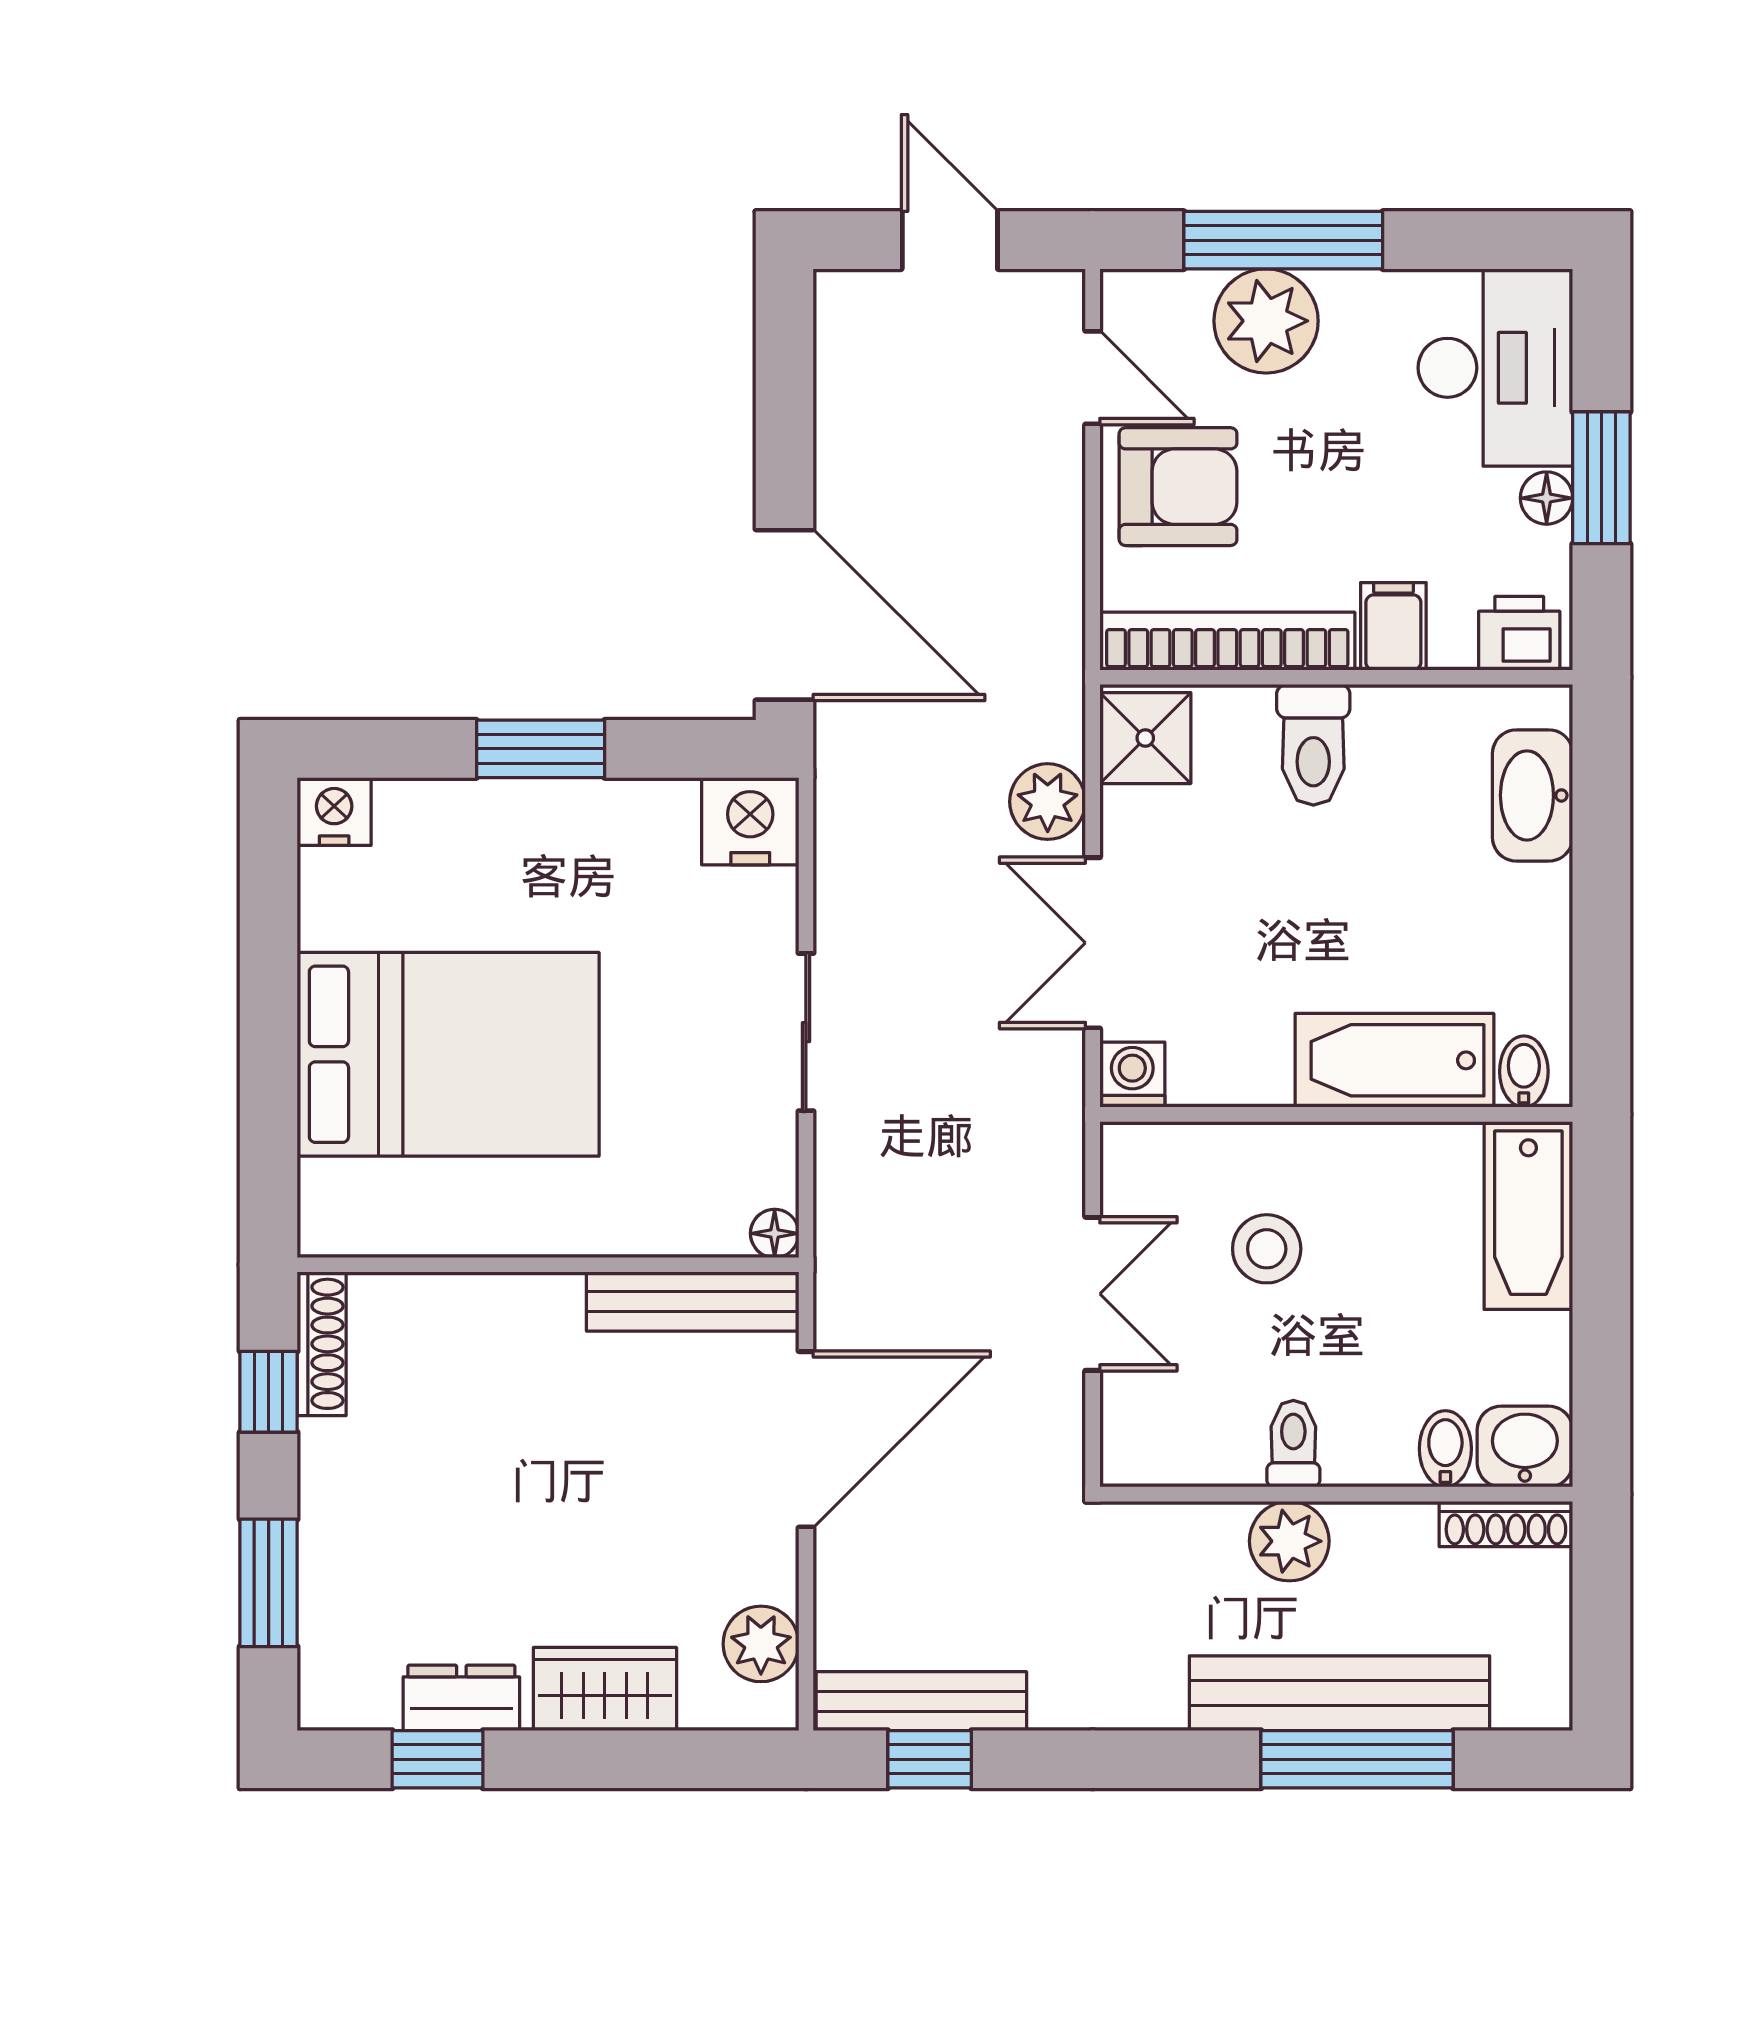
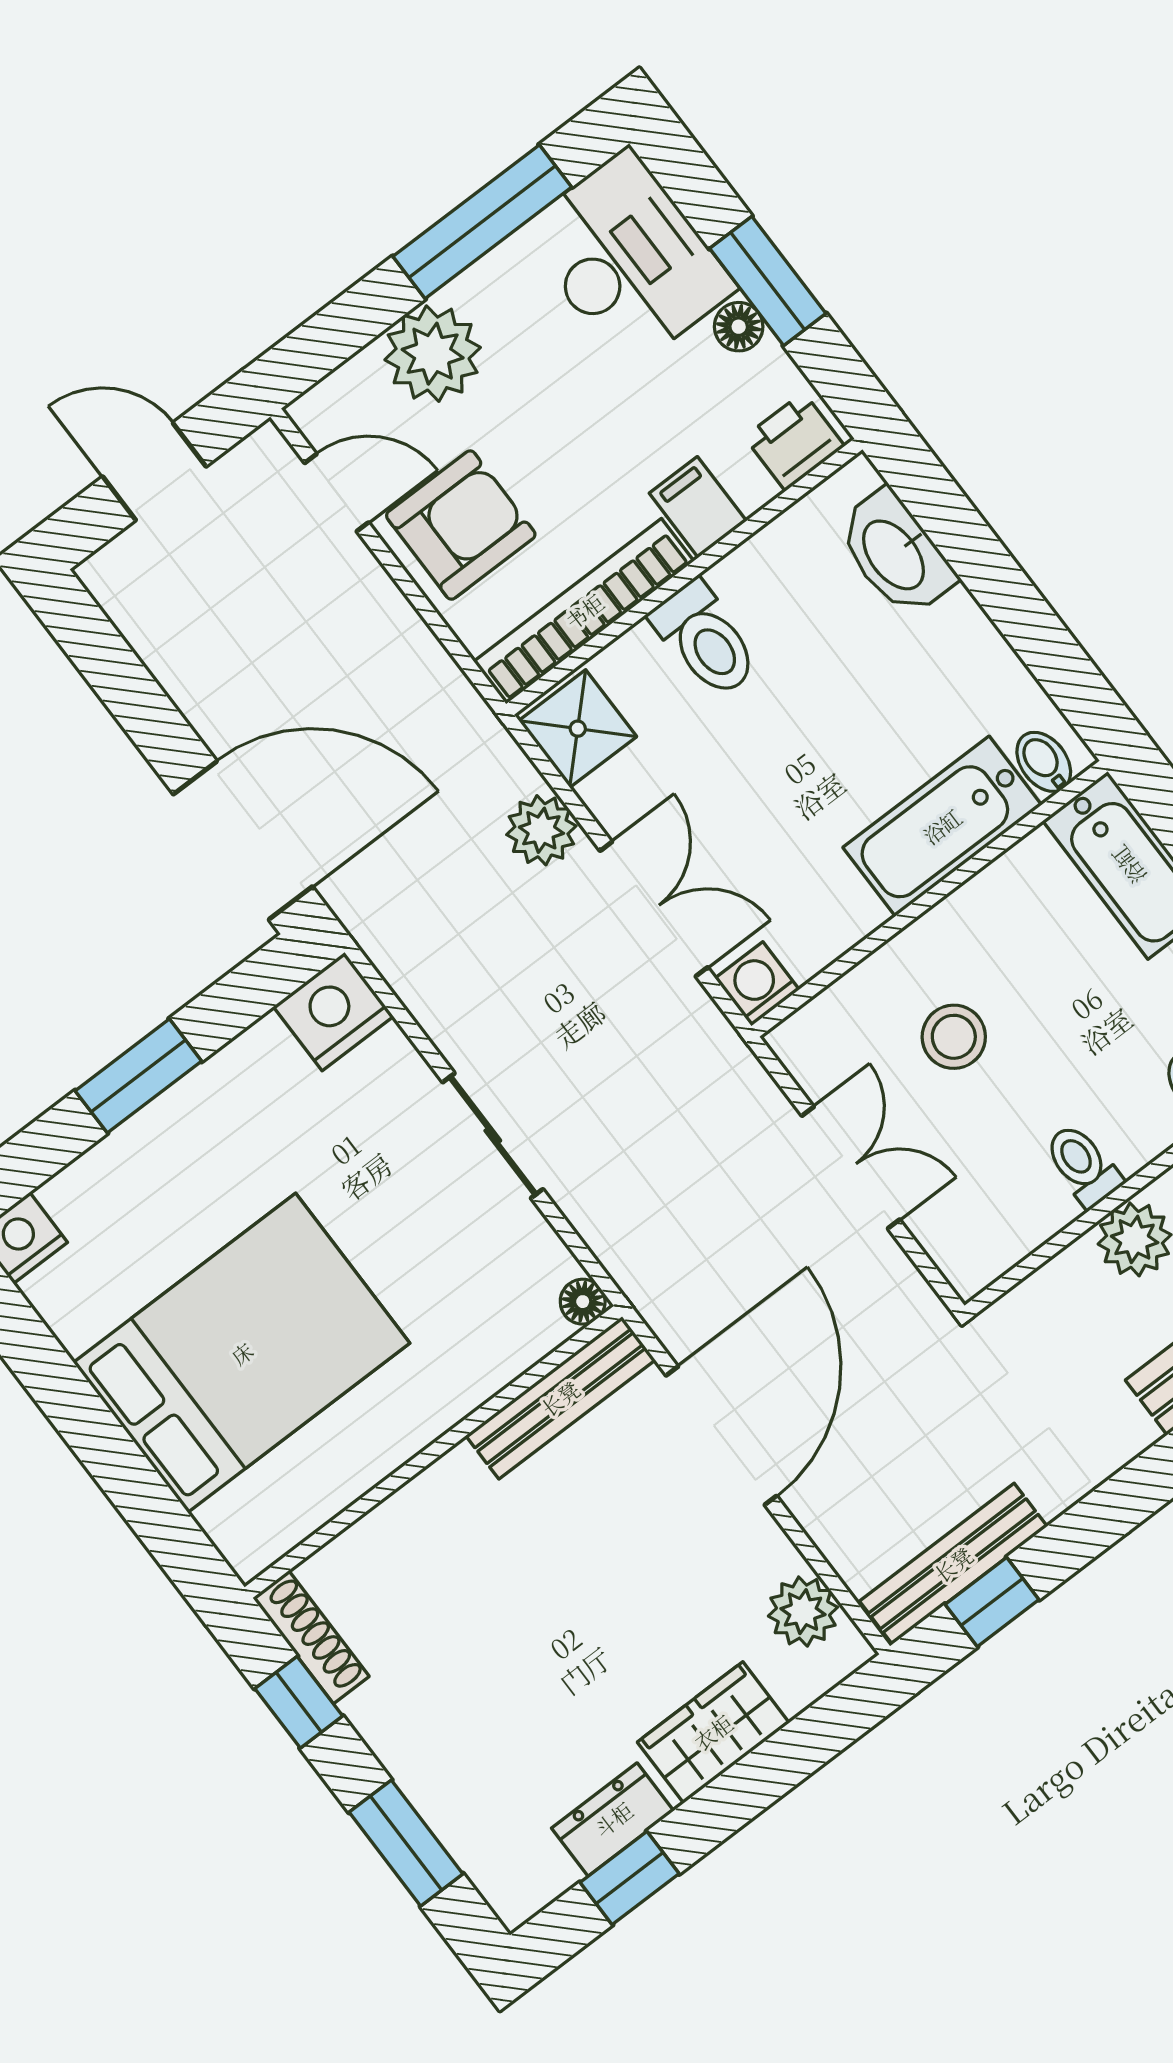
window: (1283, 240) -> (482, 222), moved
double door: (1093, 943) -> (654, 909), swing flipped

